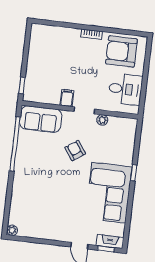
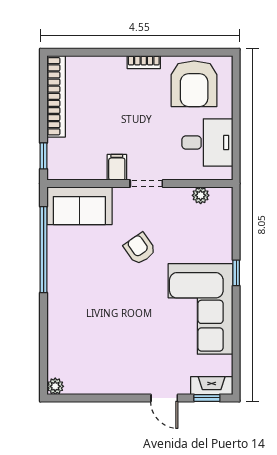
bookcase: (34, 49) -> (56, 96), added
armchair: (121, 51) -> (194, 84), turned -90
plant: (102, 120) -> (201, 195), moved

